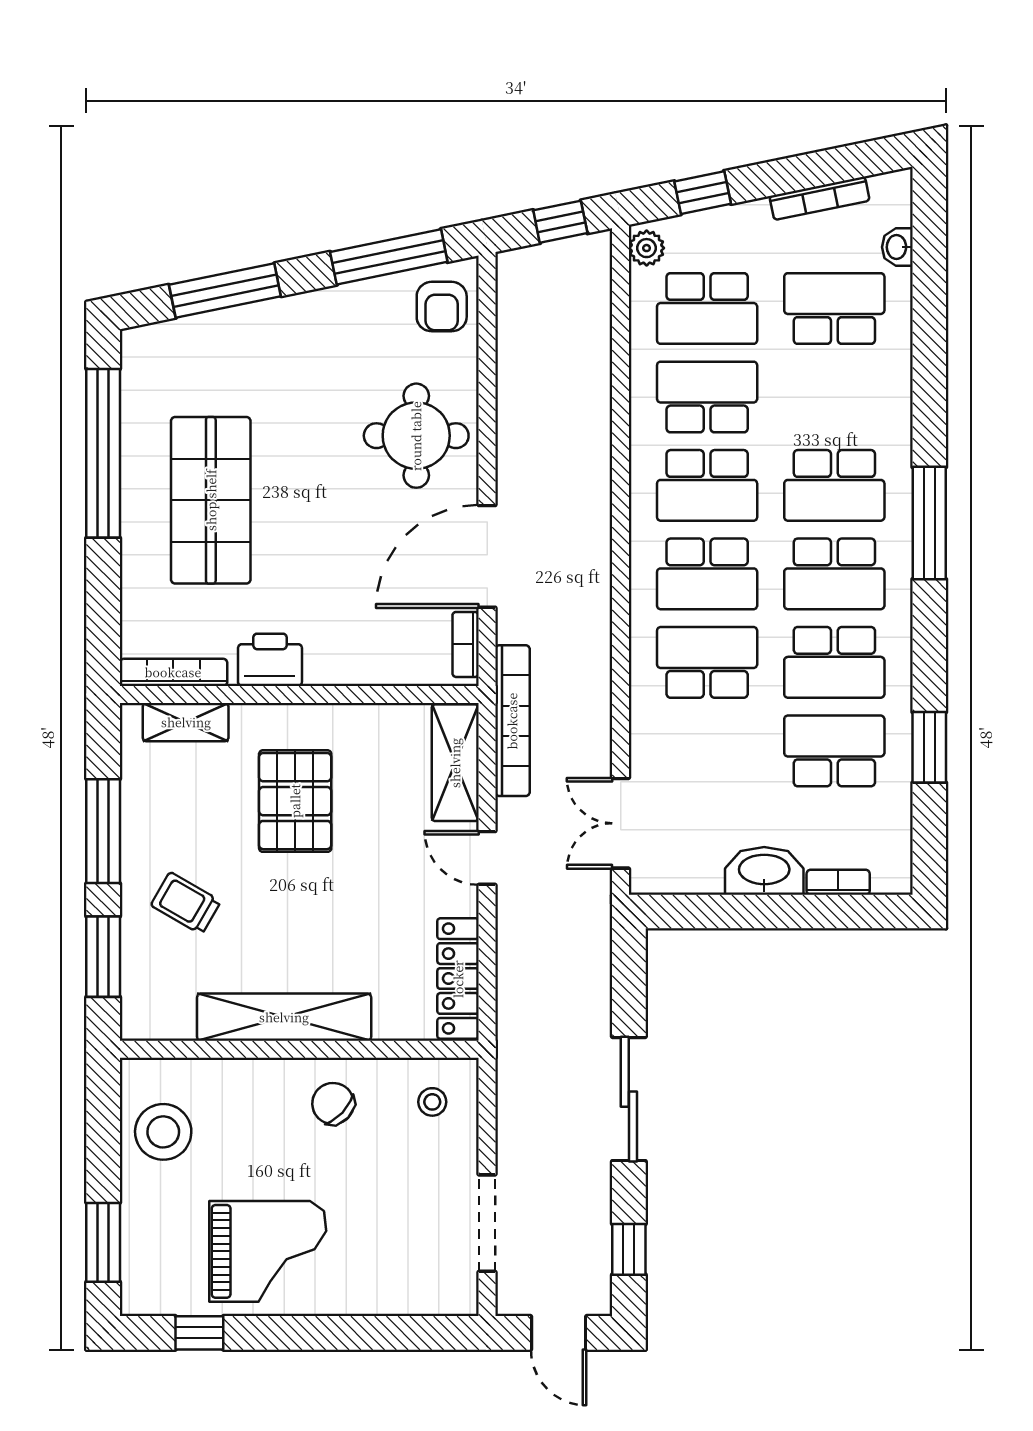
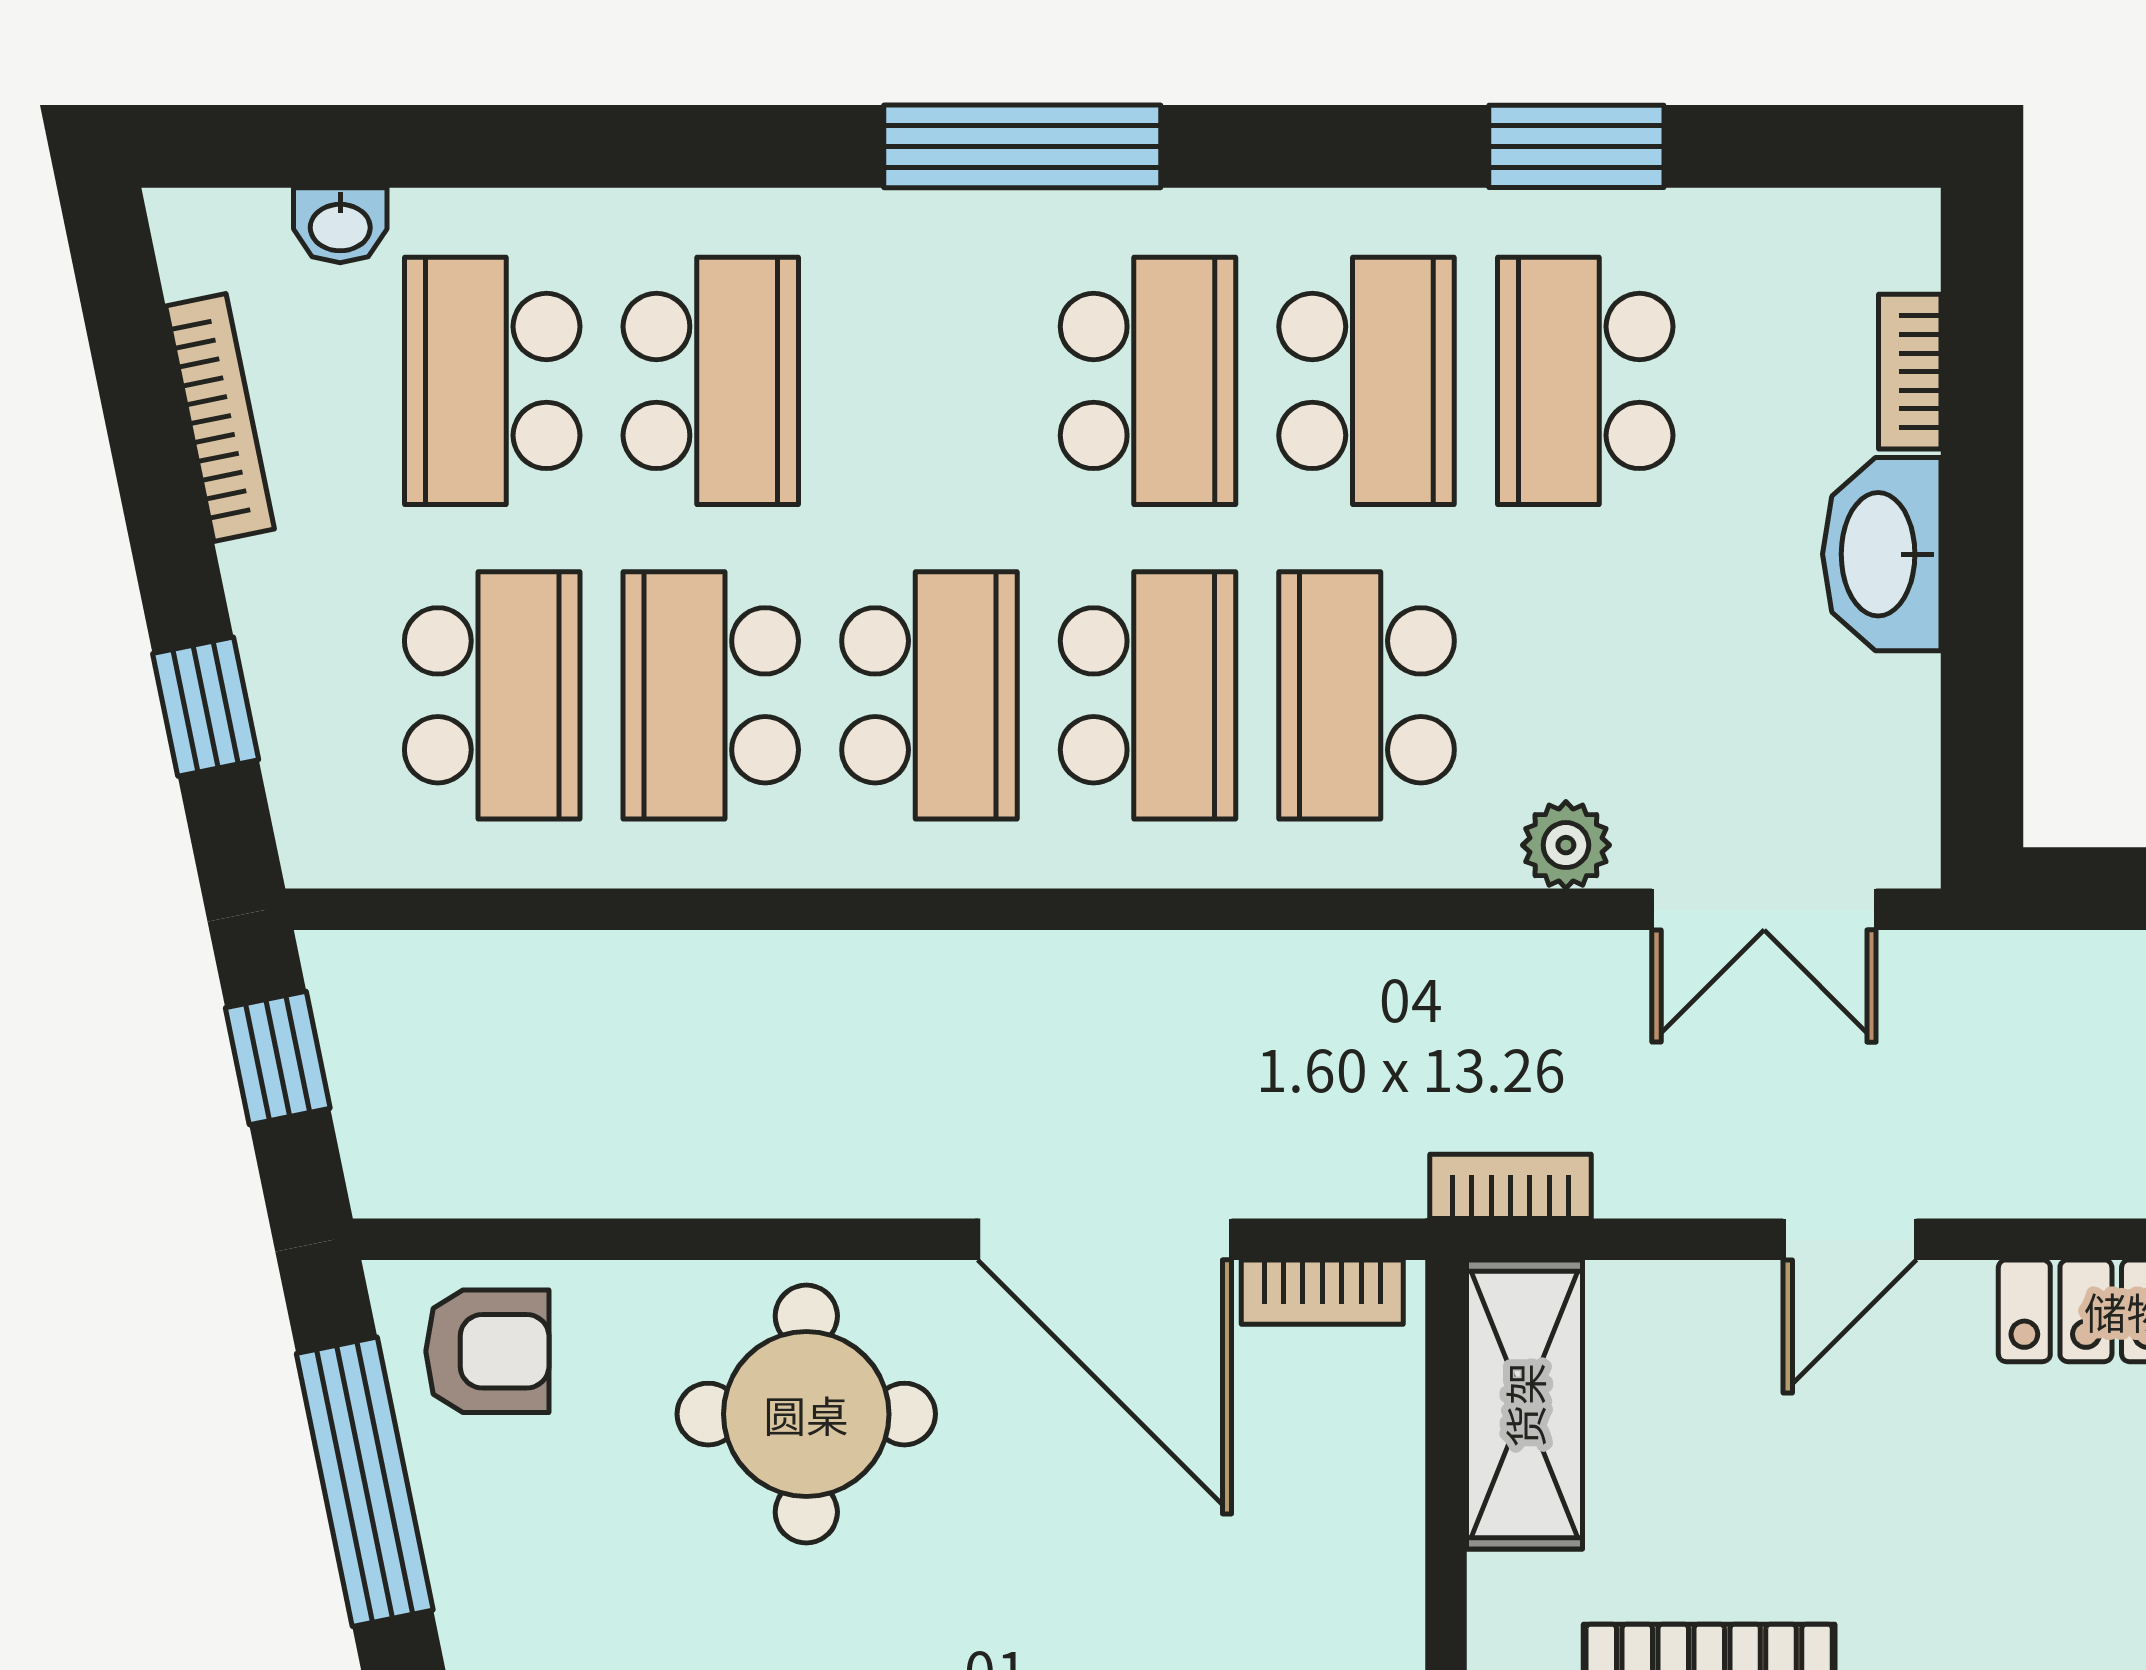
plant: (647, 248) -> (1566, 845), moved
school desk: (834, 485) -> (711, 381), moved
bookcase: (512, 721) -> (1510, 1186), width x0.43, depth x0.76
shelving: (455, 763) -> (1524, 1405), moved, turned 90

